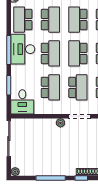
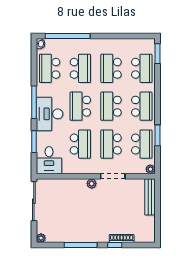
desk: (23, 49) -> (50, 114), moved
school desk: (50, 53) -> (80, 106), turned 180
school desk: (78, 87) -> (111, 144), turned 180

